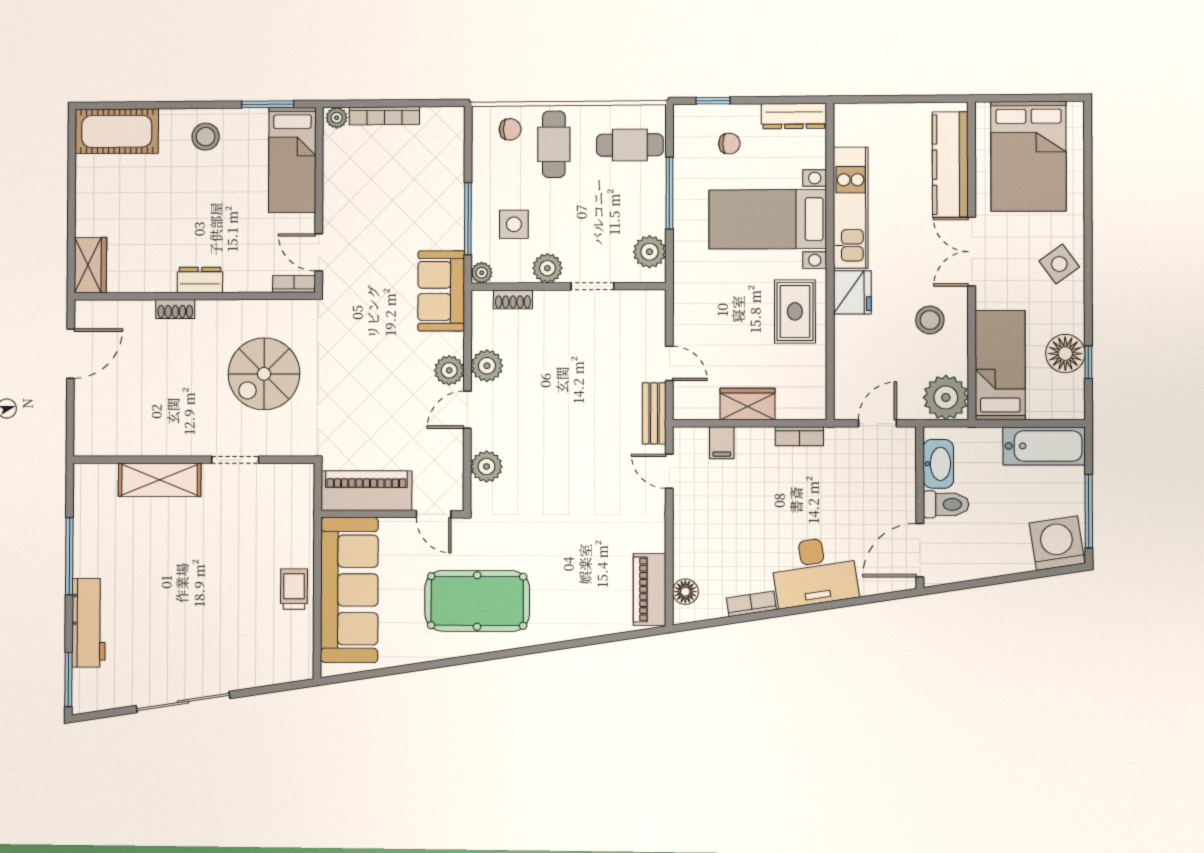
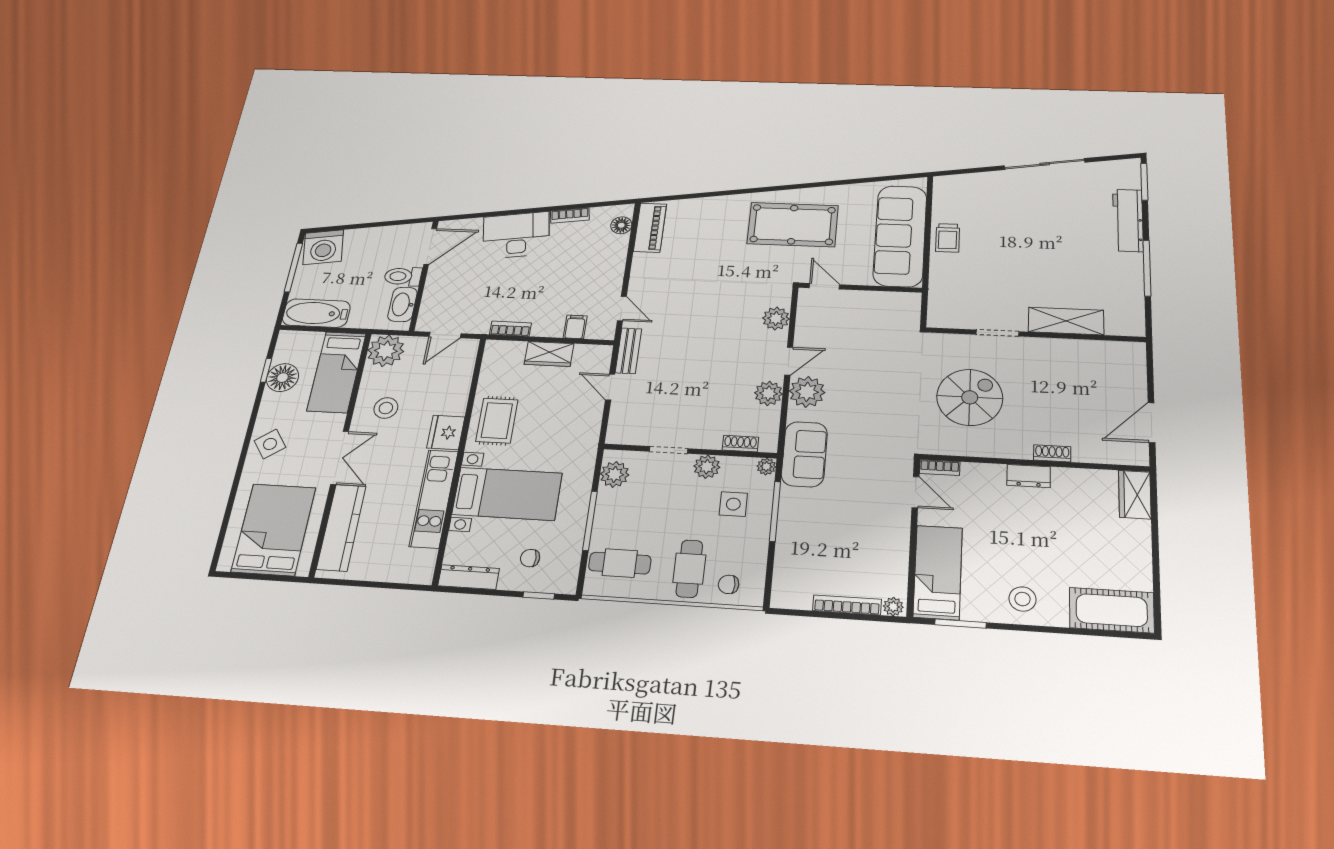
plant: (449, 370) -> (807, 392), width x1.36, depth x1.36
piano: (366, 491) -> (881, 305), removed

